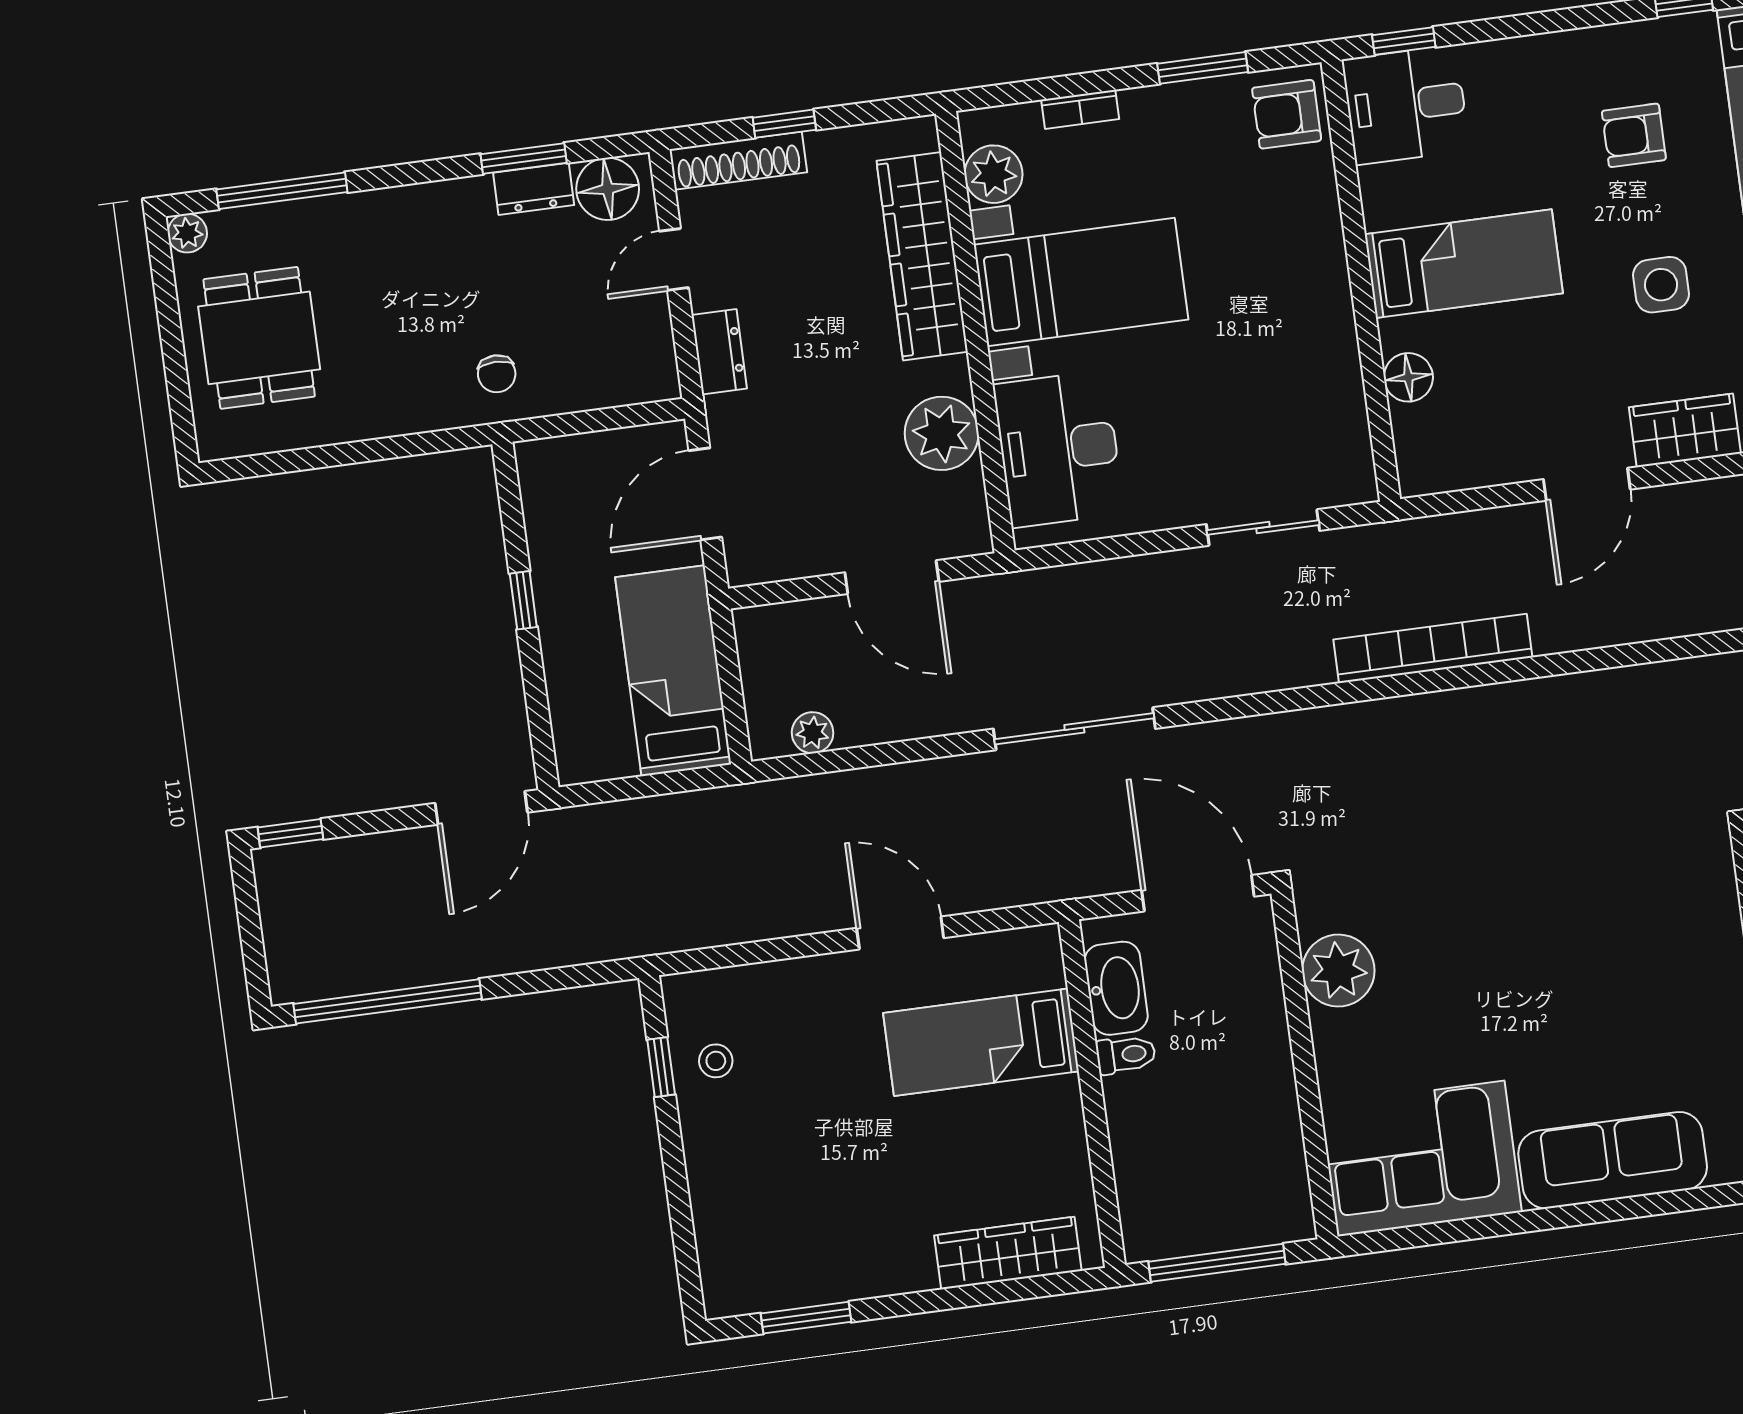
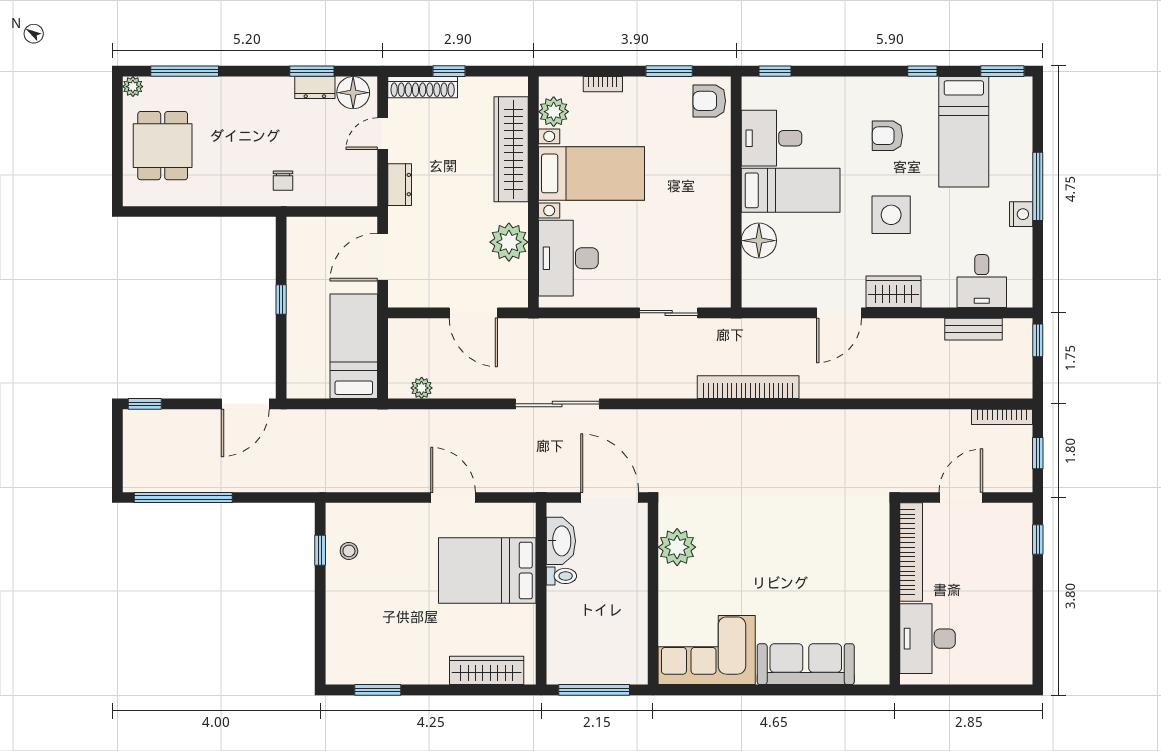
desk: (1406, 105) -> (772, 138), moved
side table: (1661, 285) -> (891, 215), width x1.37, depth x1.37
floor lamp: (1408, 377) -> (759, 241), width x1.38, depth x1.38
bed: (981, 1042) -> (487, 571), width x1.50

